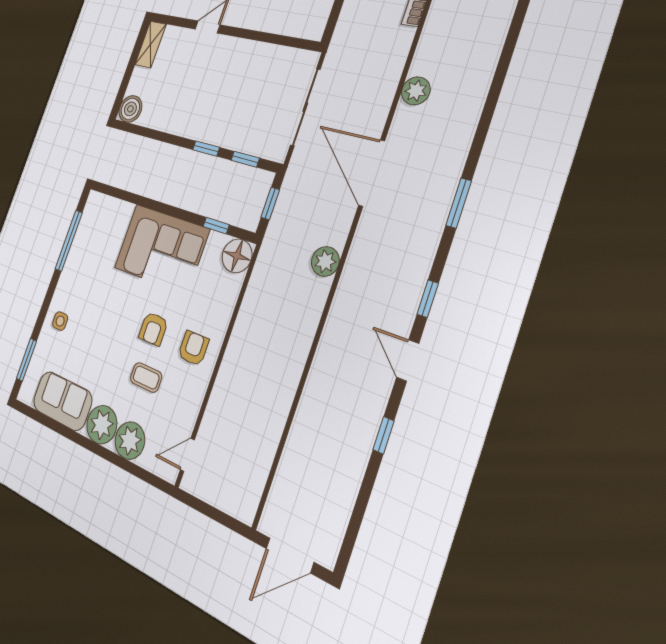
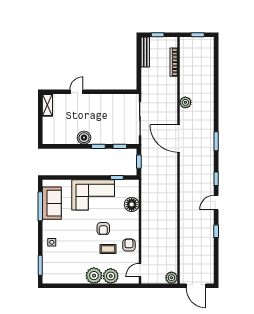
boiler: (130, 109) -> (84, 138), moved
floor lamp: (237, 256) -> (132, 204), moved
plant: (325, 261) -> (171, 278), moved
armchair: (193, 348) -> (129, 245), moved
door: (408, 360) -> (216, 203), hinge flipped
sofa: (62, 401) -> (52, 203), moved, turned 90
door: (290, 555) -> (196, 286), hinge flipped

